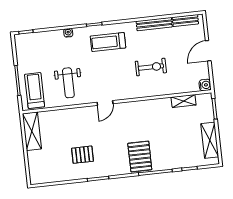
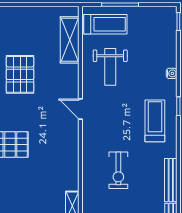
weight bench: (68, 83) -> (110, 67), turned -90
shelving: (32, 131) -> (70, 40), moved, turned 90
pallet: (83, 155) -> (20, 74), width x1.50, depth x1.42

